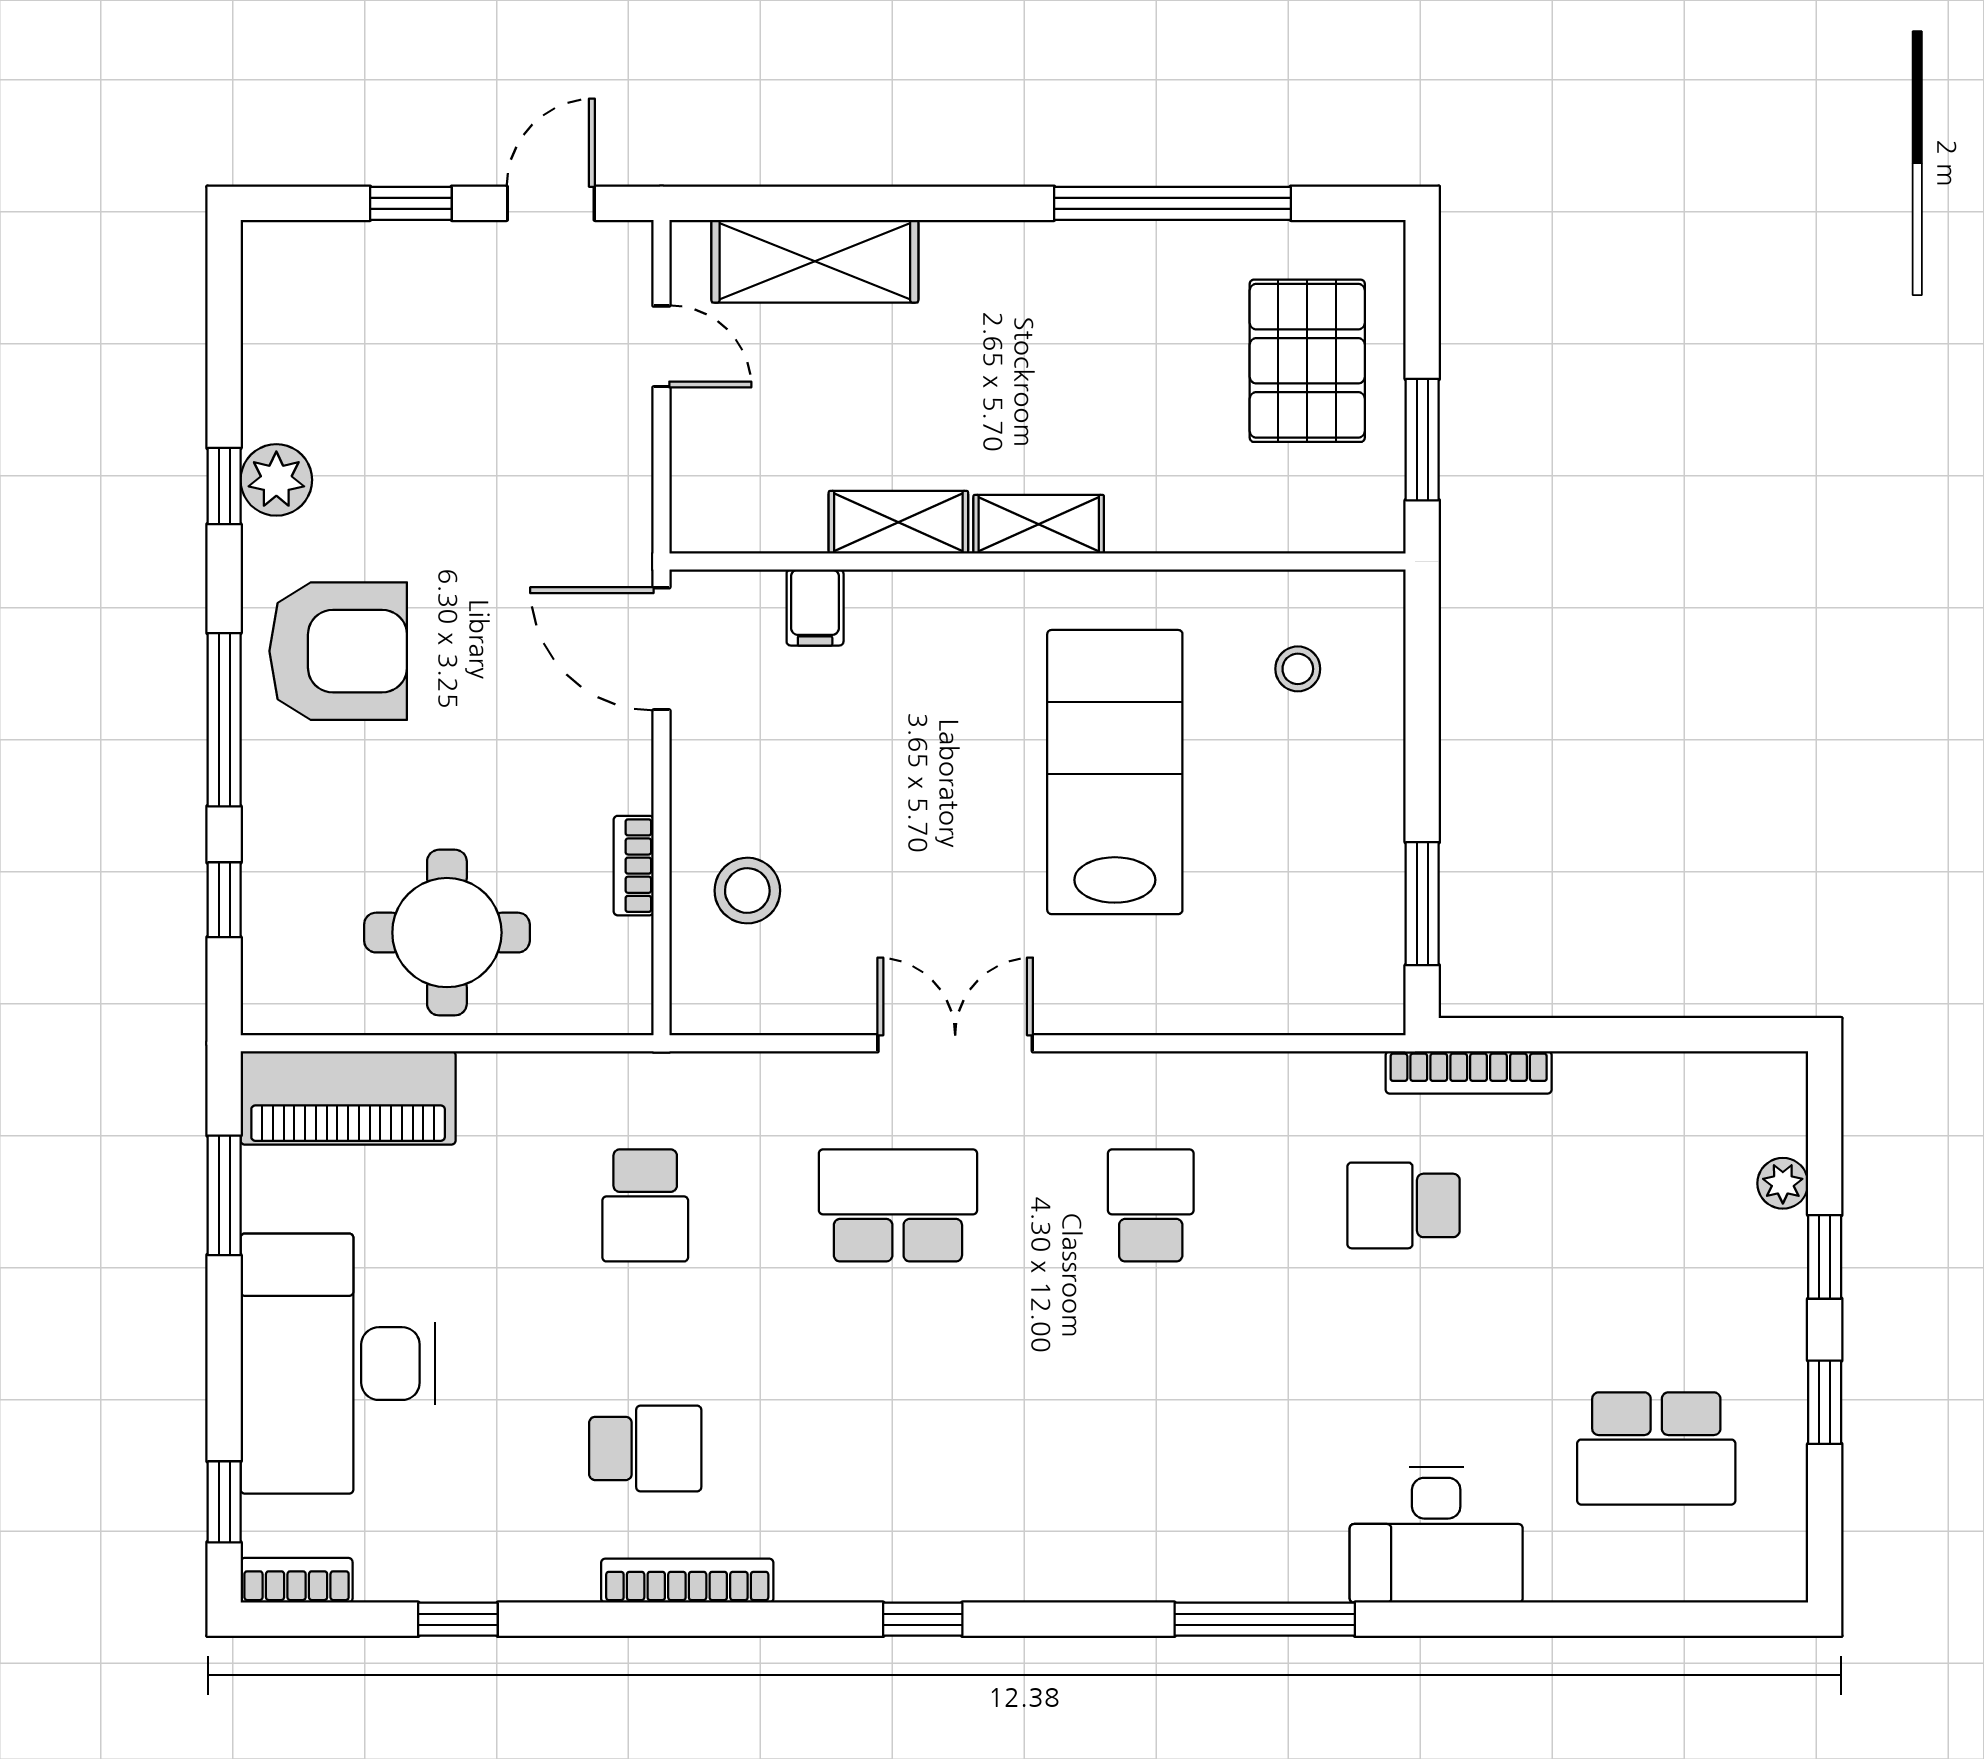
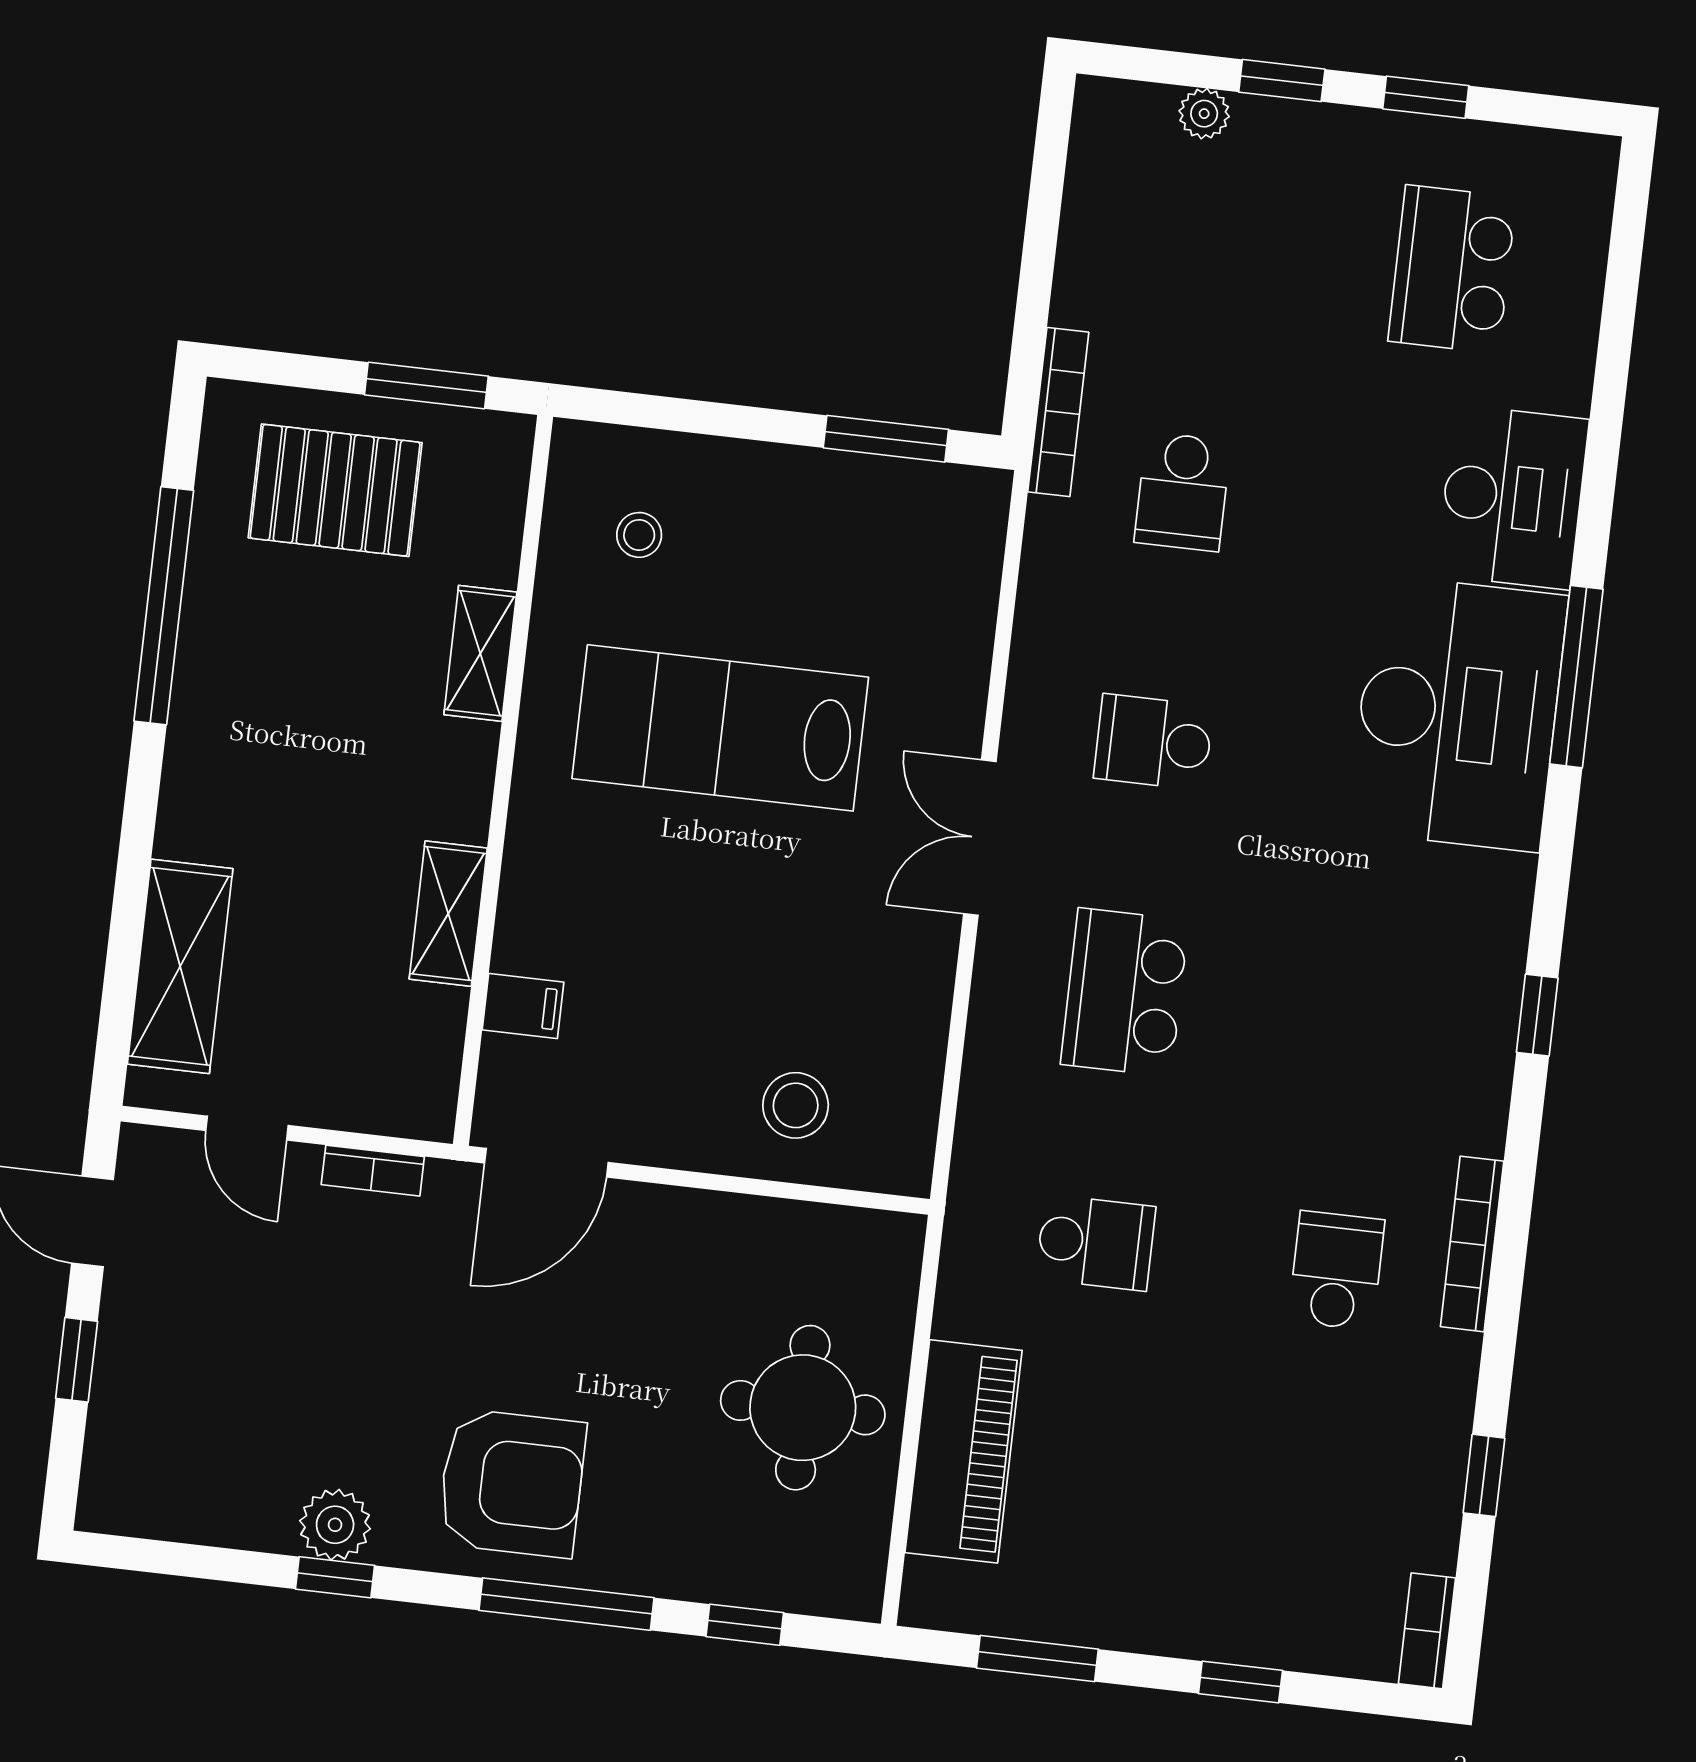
door: (661, 346) -> (247, 1128), swing flipped
shelving: (1039, 524) -> (480, 653), moved
armchair: (338, 651) -> (512, 1483), turned 90
bookcase: (634, 866) -> (373, 1171), moved
double door: (955, 1043) -> (980, 838), moved
piano: (348, 1098) -> (964, 1451), moved
desk: (338, 1364) -> (1458, 713), moved, turned -90
school desk: (1656, 1448) -> (1452, 269), turned 180
window: (224, 1502) -> (1240, 1682), moved

